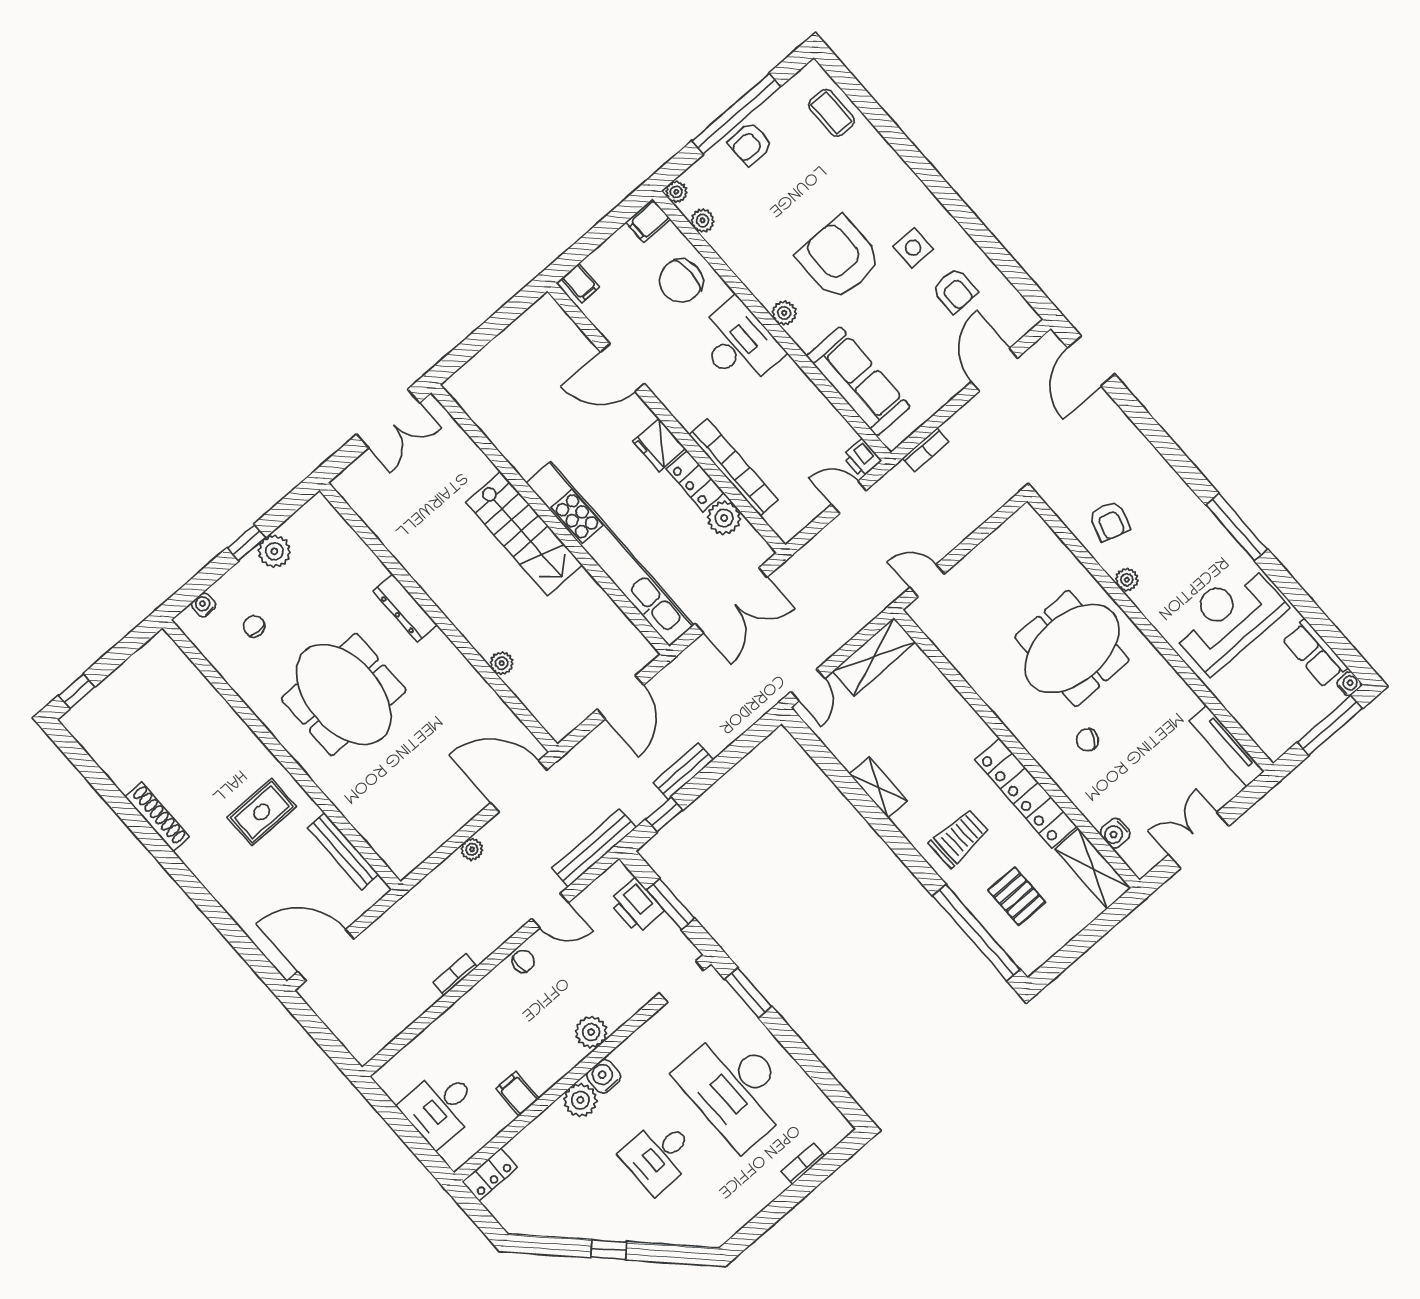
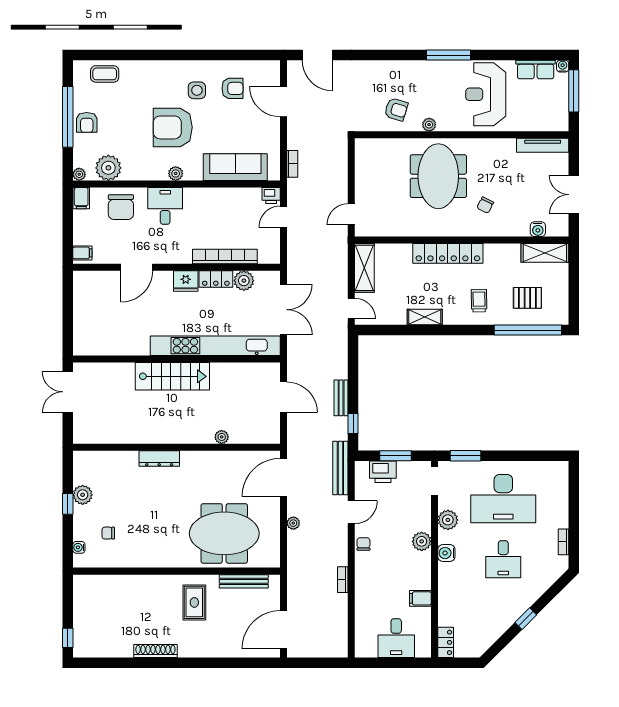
plant: (703, 221) -> (108, 168), width x1.87, depth x1.87
desk: (739, 344) -> (165, 206), width x0.73
double door: (388, 418) -> (68, 392), swing flipped
meeting table: (344, 694) -> (224, 533), moved
locker: (1026, 793) -> (448, 253), moved
trolley: (959, 838) -> (479, 301), width x0.73, depth x0.72
plant: (580, 1100) -> (448, 520), moved
bookcase: (803, 1164) -> (563, 542), moved

